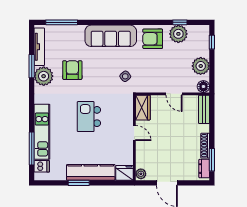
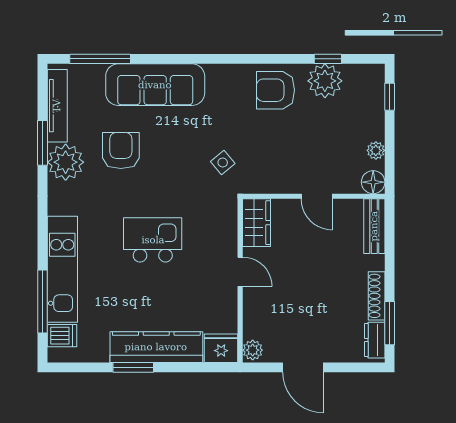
sofa: (111, 36) -> (155, 85), moved
plant: (201, 66) -> (376, 150), width x0.53, depth x0.53
kitchen island: (89, 117) -> (153, 240), turned 90

